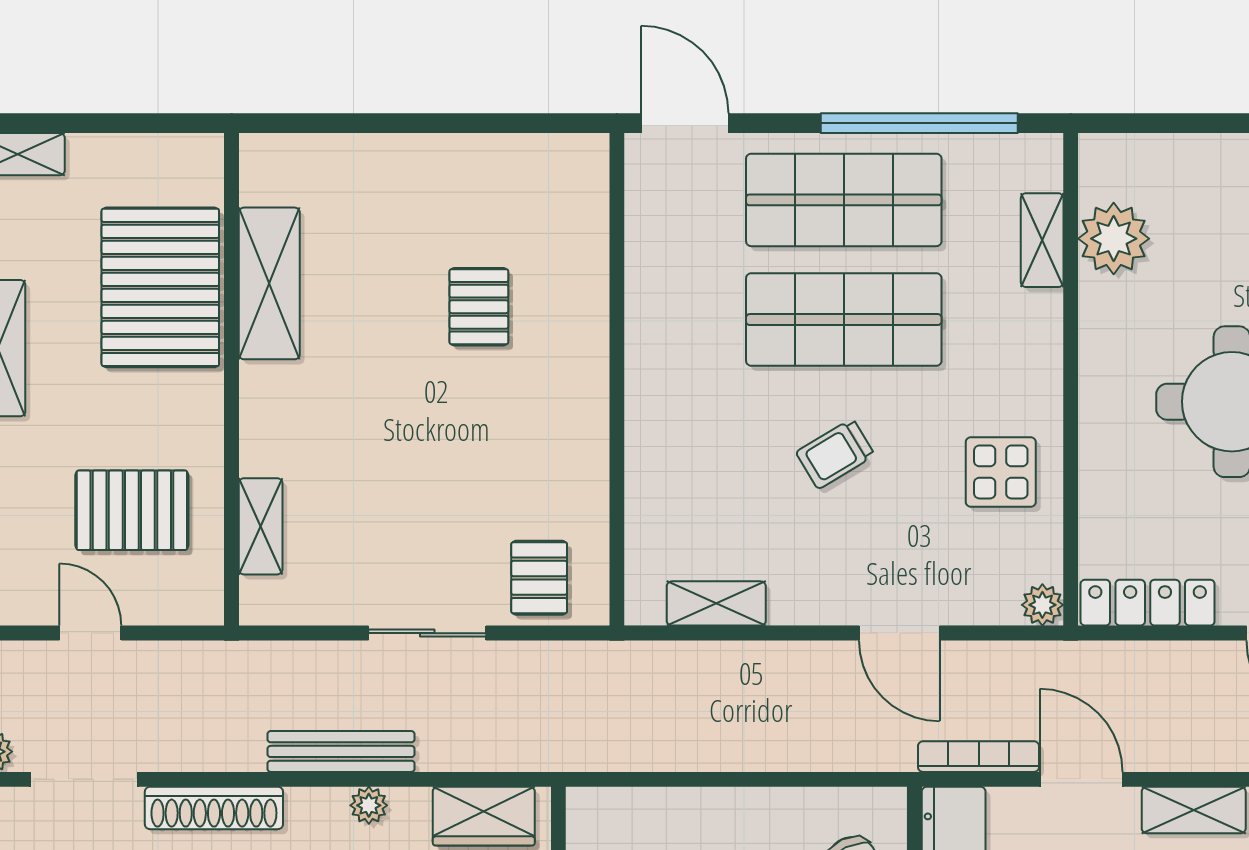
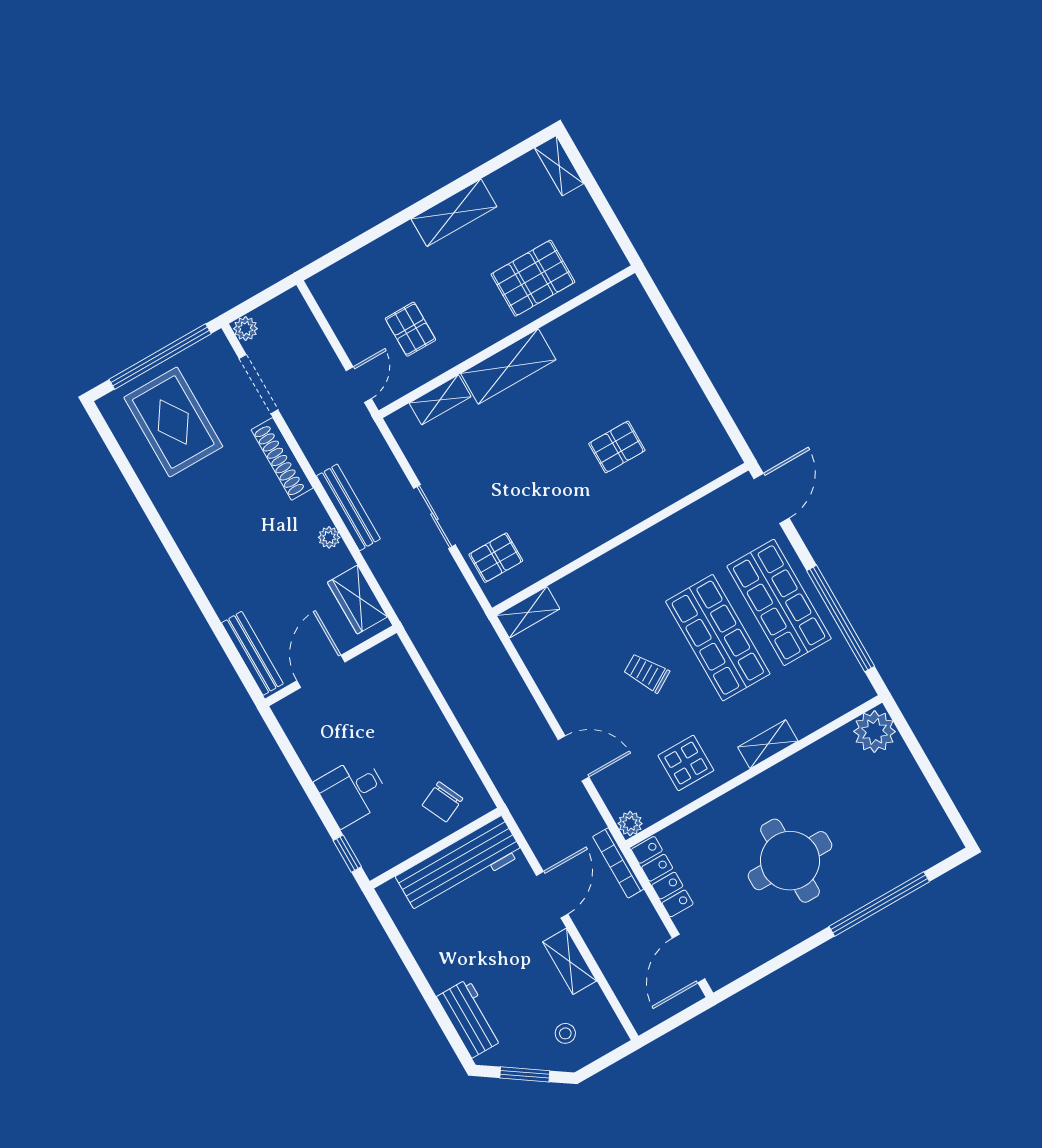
plant: (1114, 239) -> (875, 732), moved
shelving: (1042, 240) -> (768, 744), moved
shelving: (269, 283) -> (508, 367), moved
pallet: (160, 287) -> (533, 278), width x0.73, depth x0.71
pallet: (132, 510) -> (410, 329), width x0.67, depth x0.71
shelving: (716, 603) -> (528, 612), moved, turned 90
door: (90, 633) -> (359, 385), moved
door: (899, 633) -> (574, 758), swing flipped
bookcase: (979, 757) -> (618, 863), moved, turned 180

